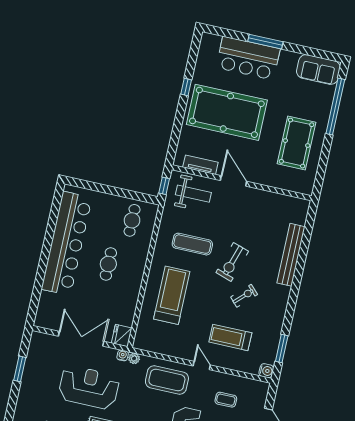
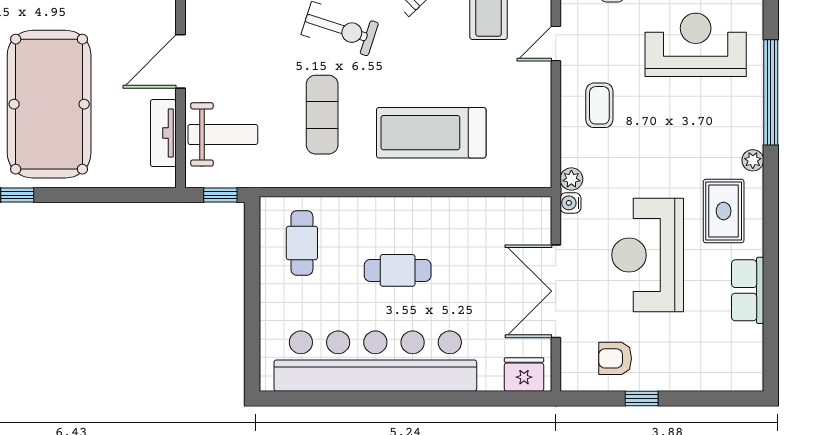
weight bench: (193, 194) -> (223, 134), turned 90
cafe table: (132, 220) -> (302, 243), turned 90
fridge: (122, 336) -> (524, 374), moved, turned 180
armchair: (42, 360) -> (615, 358), added
window: (20, 369) -> (642, 398), width x0.67
coffee table: (167, 380) -> (599, 105), width x0.54, depth x0.58

